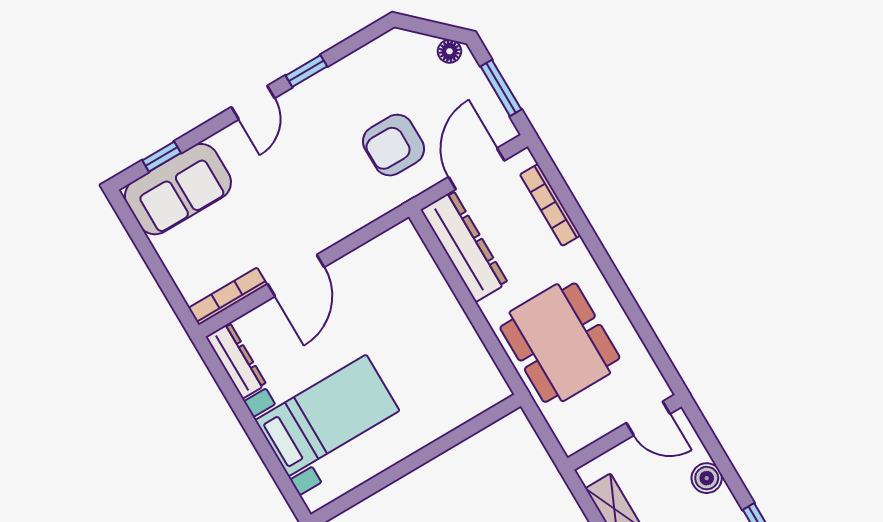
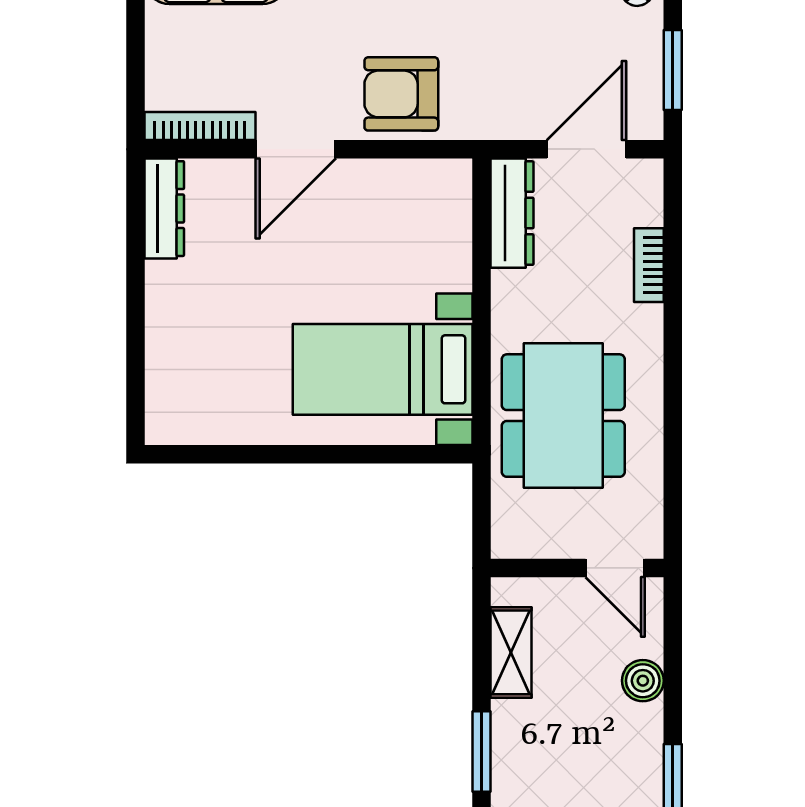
armchair: (394, 145) -> (401, 94), moved
bookcase: (550, 205) -> (649, 265), width x0.64
dresser: (464, 246) -> (512, 213), width x0.73, depth x0.80
bed with nightstands: (327, 415) -> (383, 369), moved, turned 180

